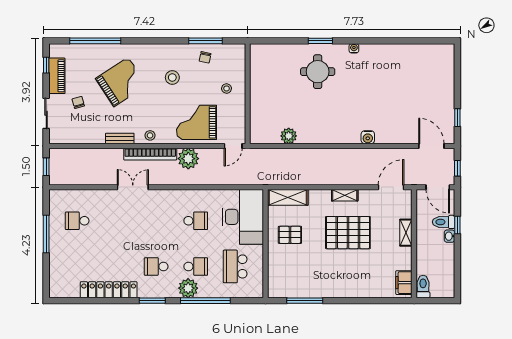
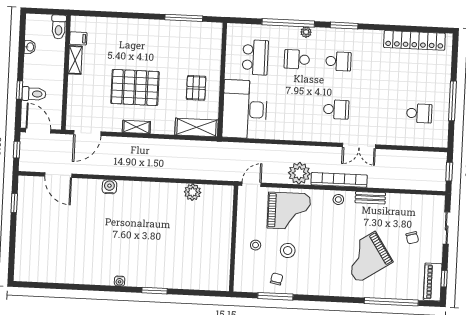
round table: (318, 72) -> (159, 258), removed
piano: (57, 76) -> (433, 282), moved
stool: (172, 77) -> (288, 250), moved
door: (431, 146) -> (58, 175), moved
school desk: (196, 221) -> (336, 109), moved, turned 180
shelving: (406, 233) -> (75, 60), moved
pallet: (290, 235) -> (196, 88), turned 90
washbasin: (449, 236) -> (30, 47), moved
filing cabinet: (404, 283) -> (78, 38), width x0.50
plant: (188, 288) -> (306, 32), width x0.53, depth x0.53
locker: (109, 290) -> (414, 40), moved

